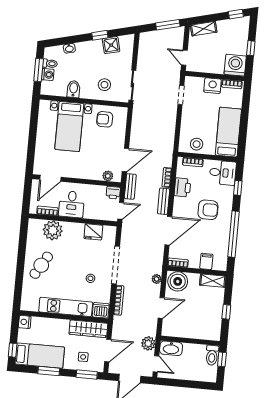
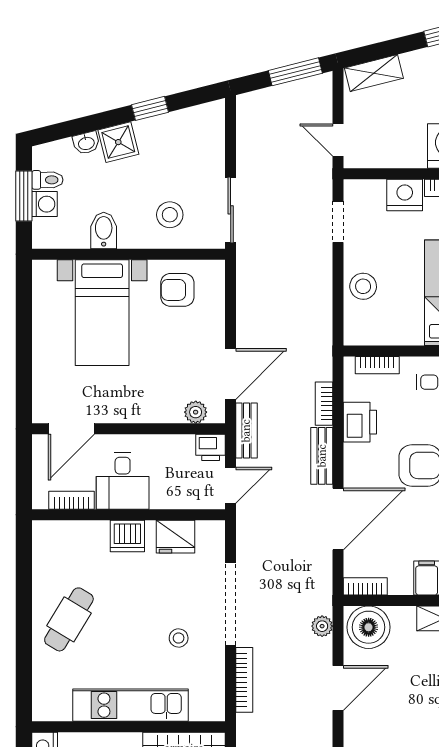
shower: (111, 45) -> (118, 142), moved
stool: (197, 144) -> (363, 286), moved
plant: (53, 230) -> (87, 541), removed
dishwasher: (101, 310) -> (127, 536), moved, turned 180

